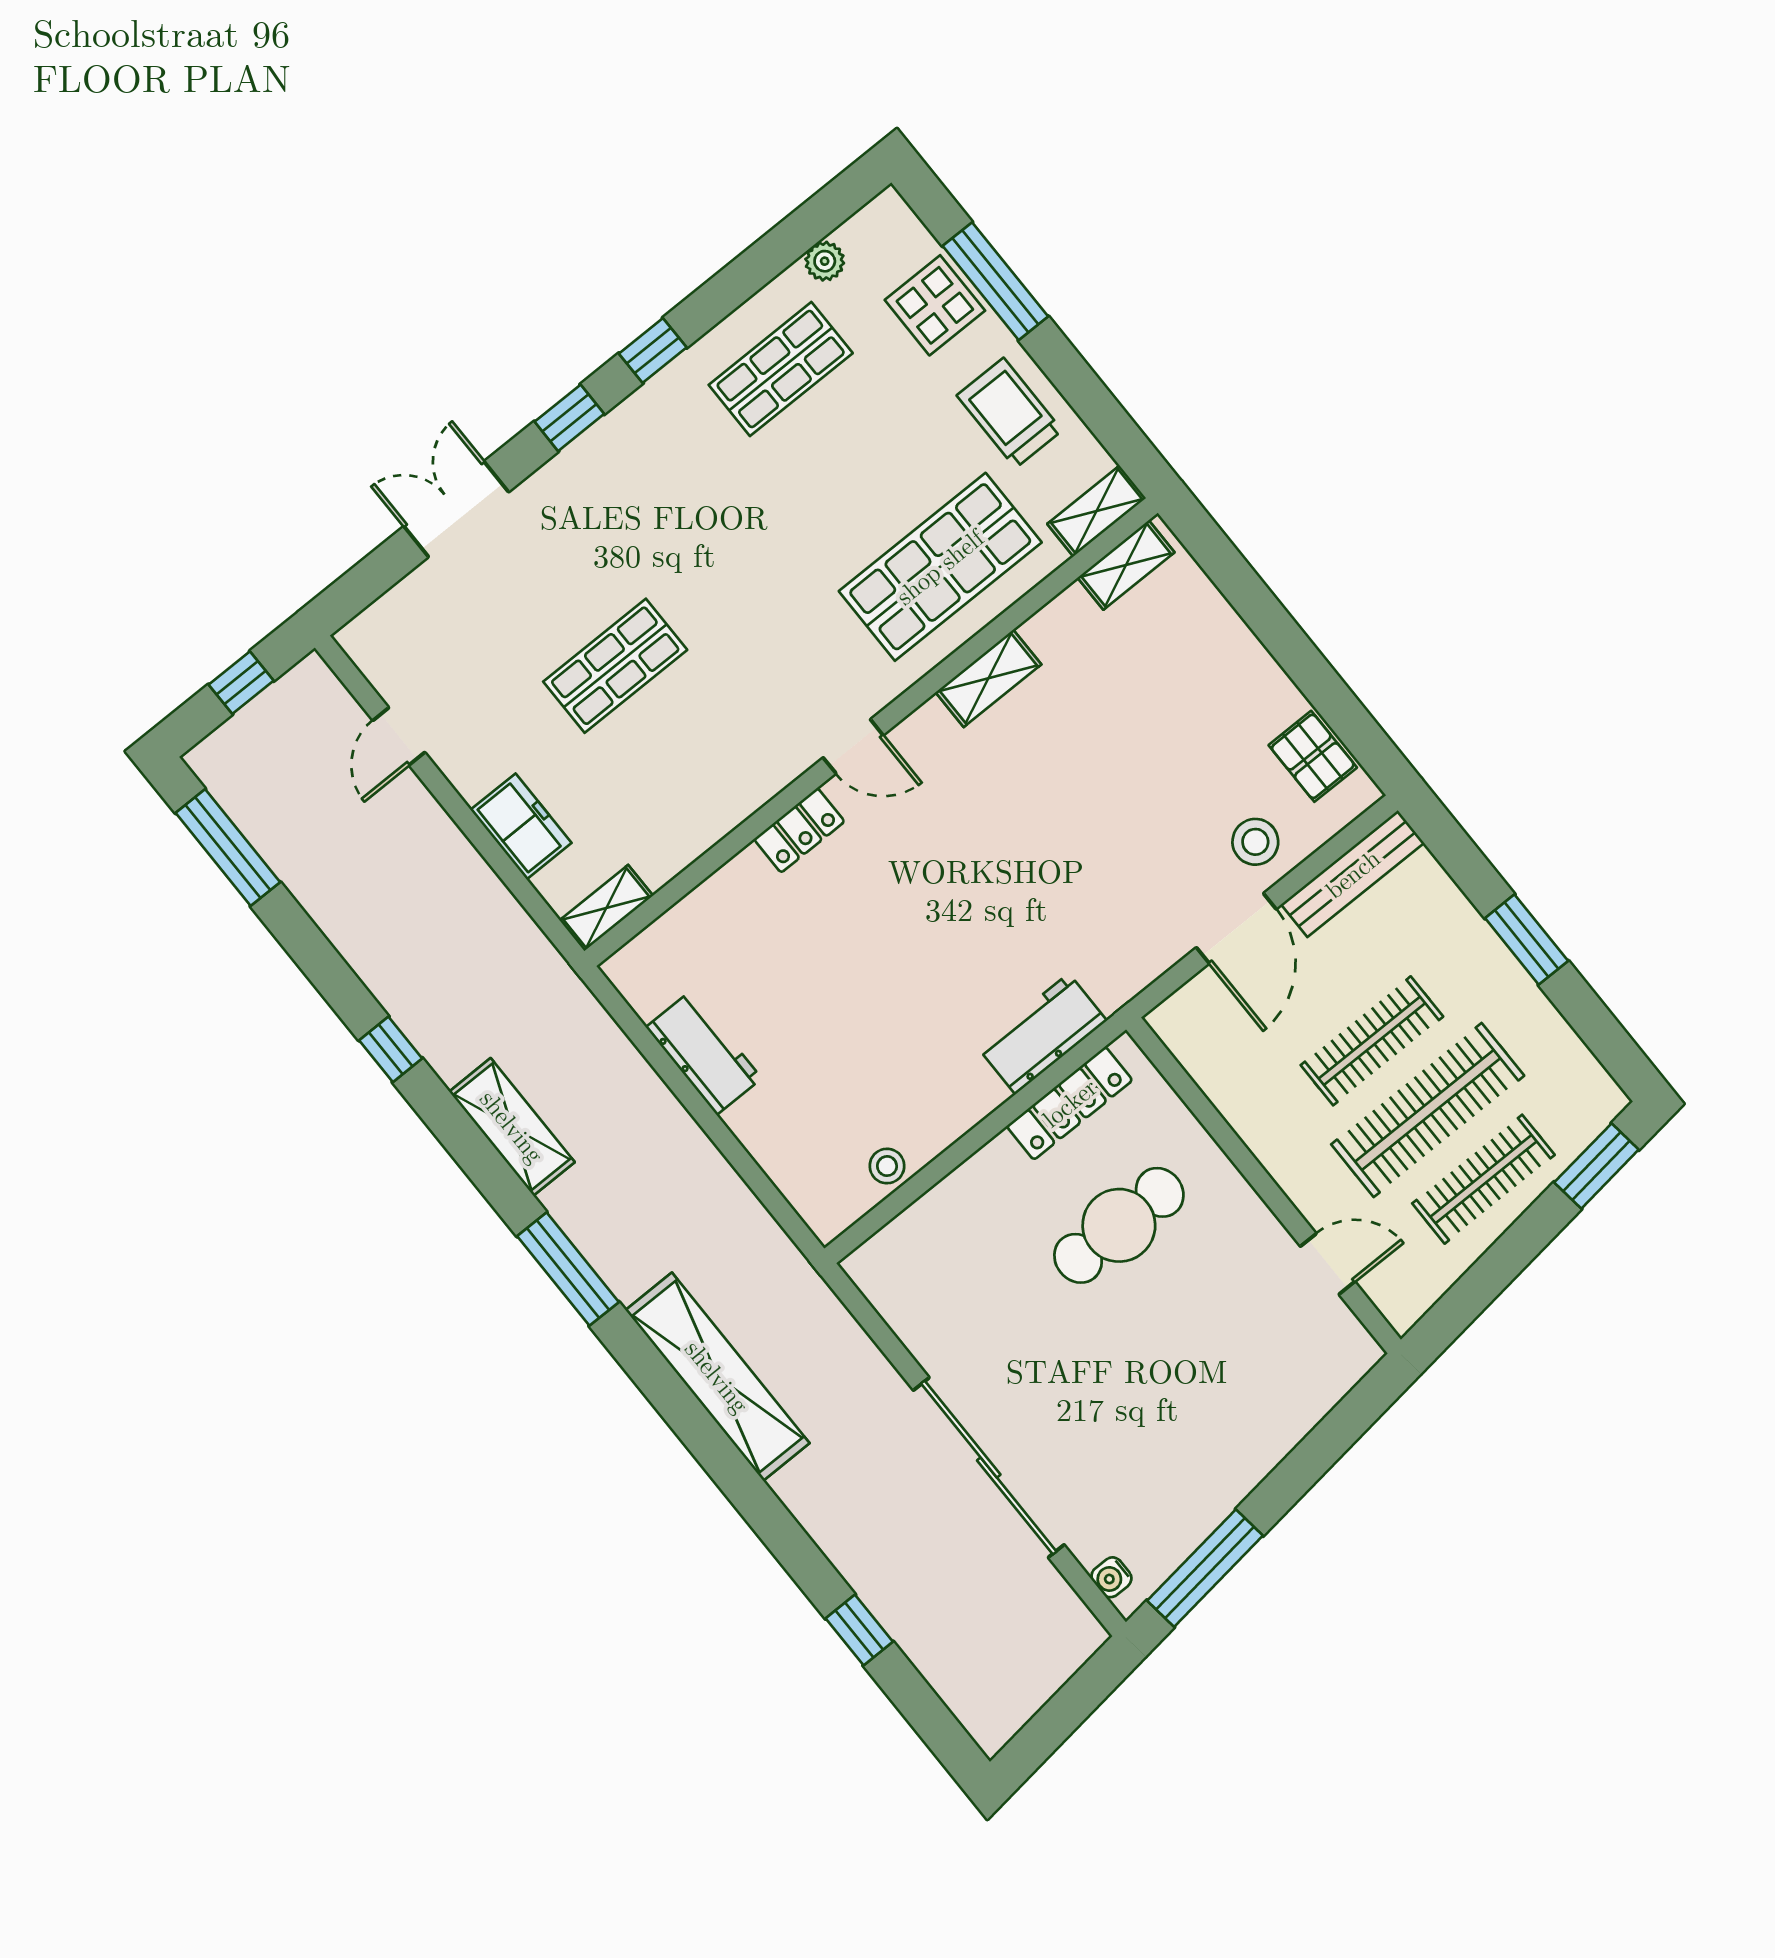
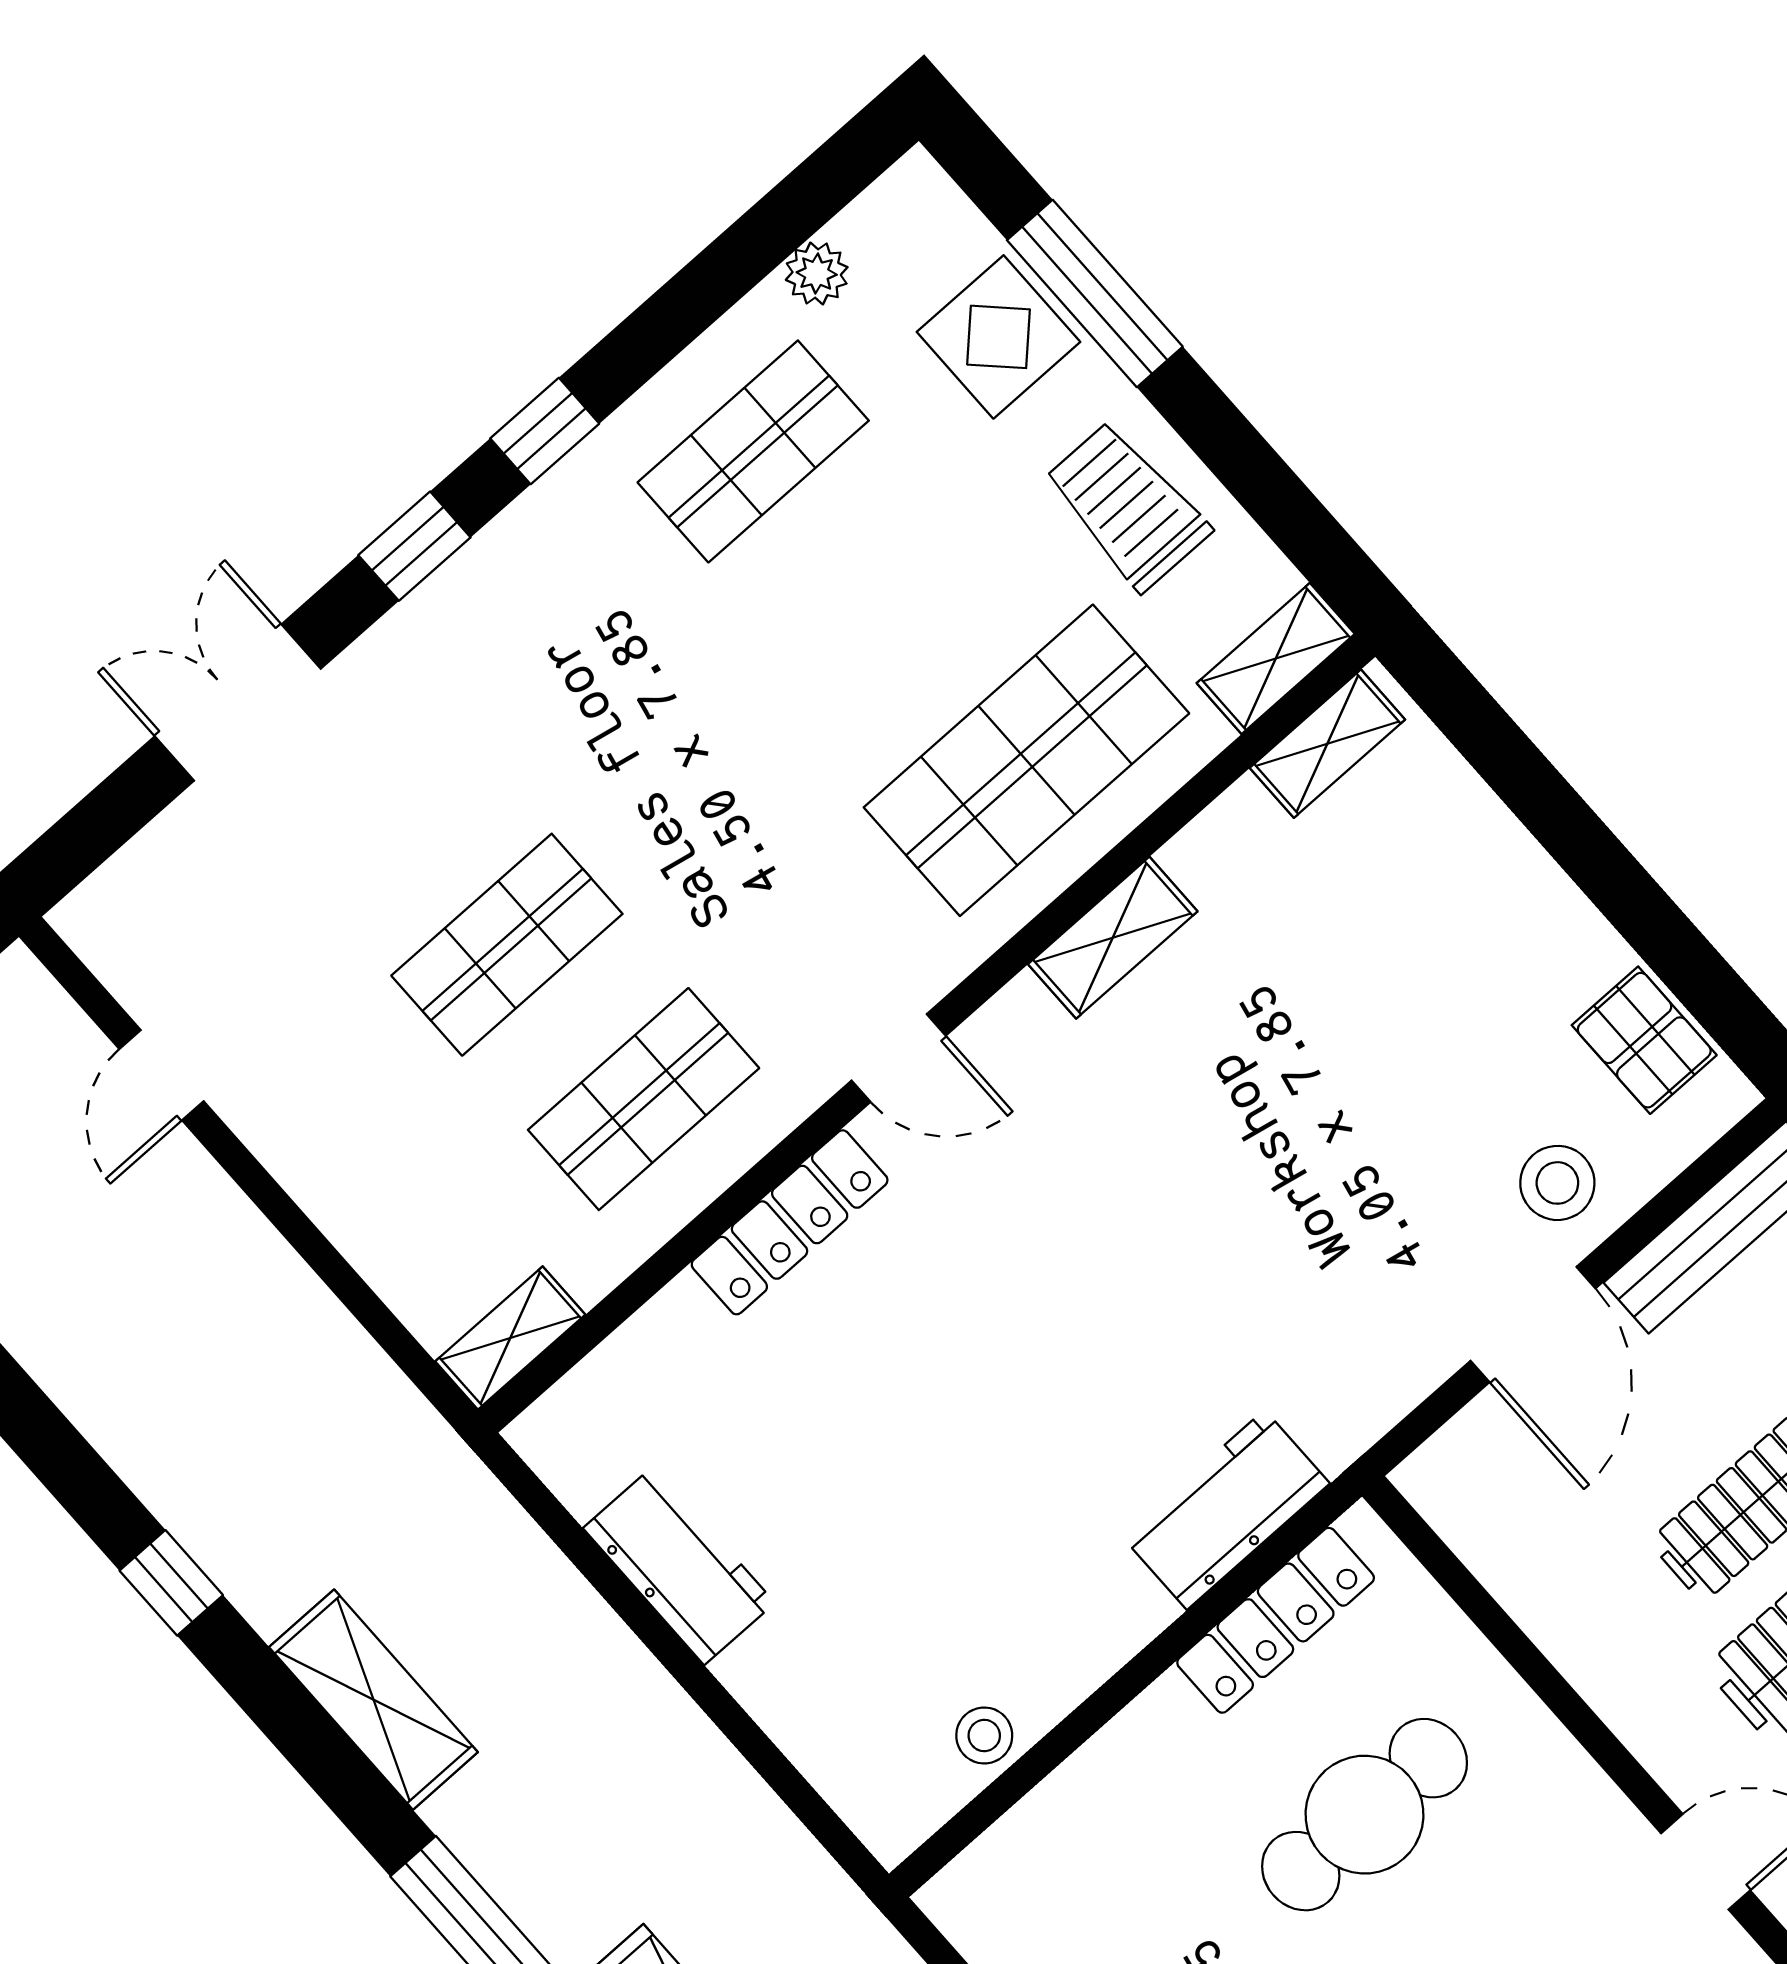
shop shelf: (695, 765) -> (644, 1099), added
freezer: (521, 826) -> (366, 1212), removed
locker: (799, 830) -> (790, 1222), width x1.53

